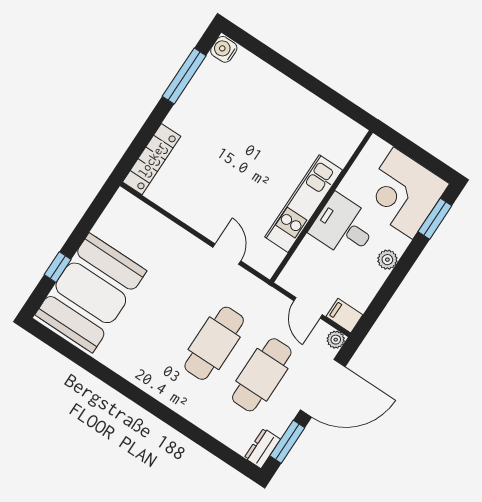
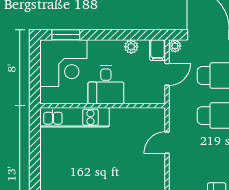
kitchen unit: (304, 204) -> (74, 117), moved
plant: (387, 260) -> (131, 47), moved

